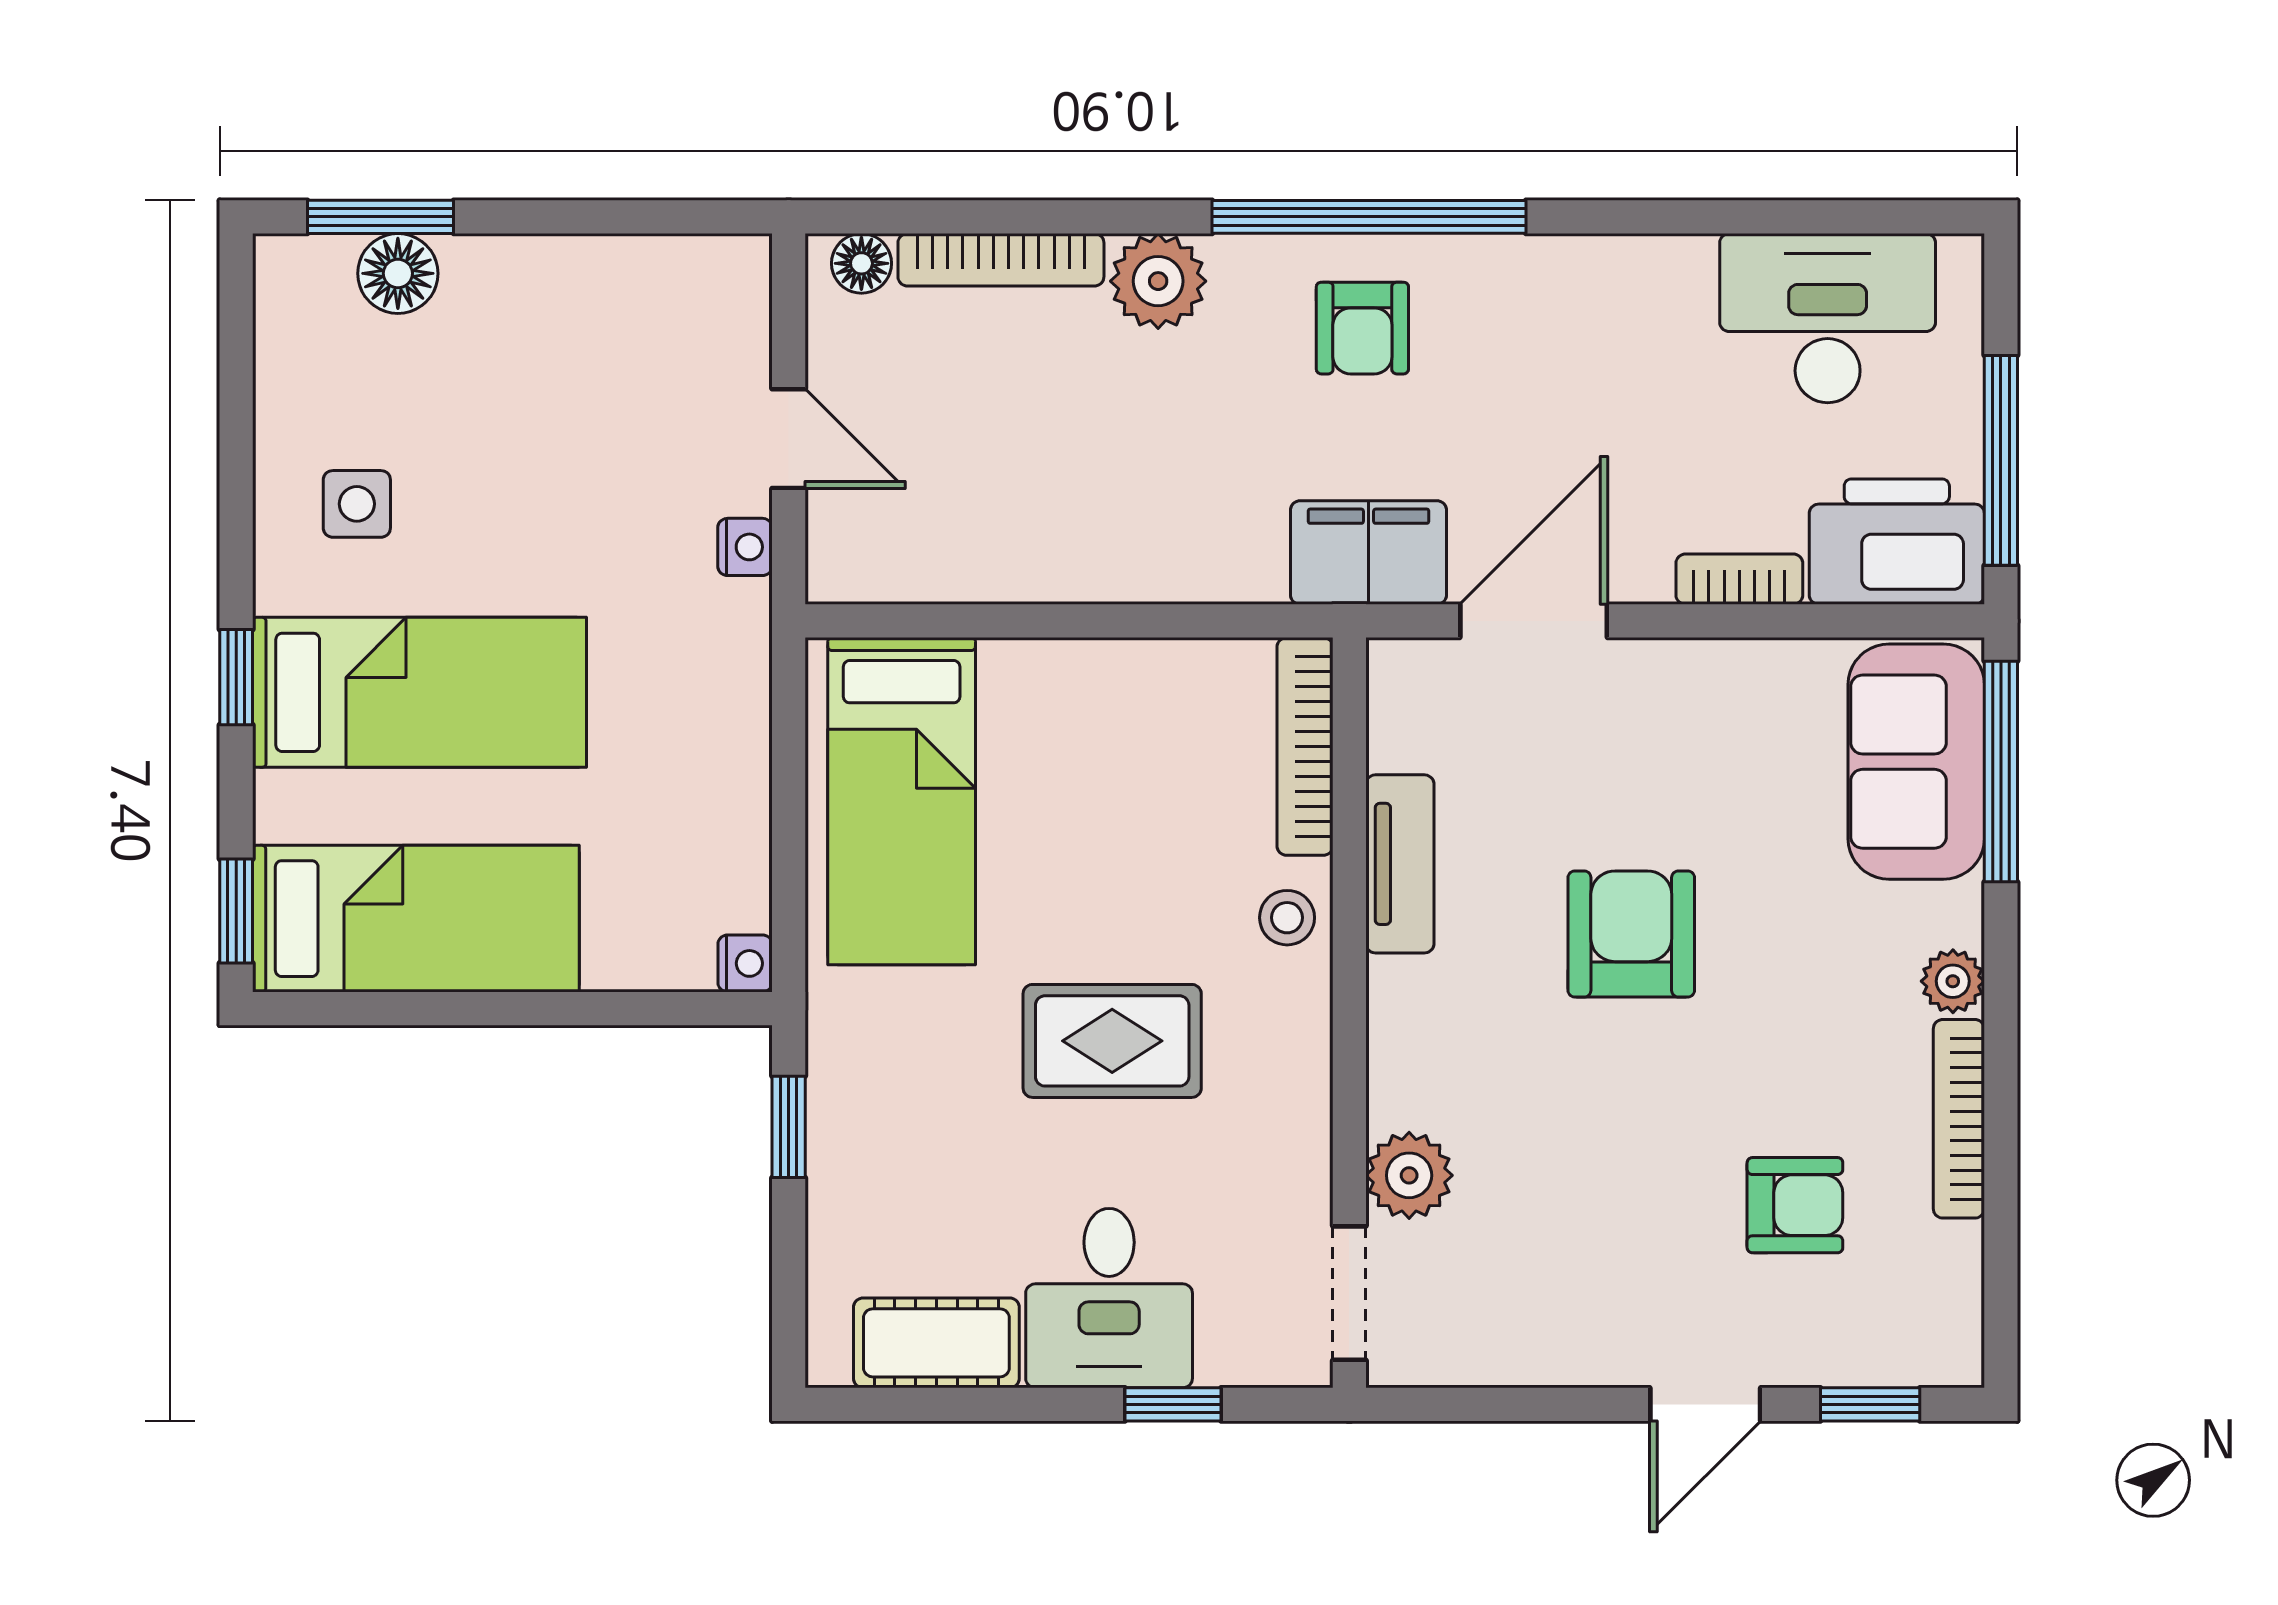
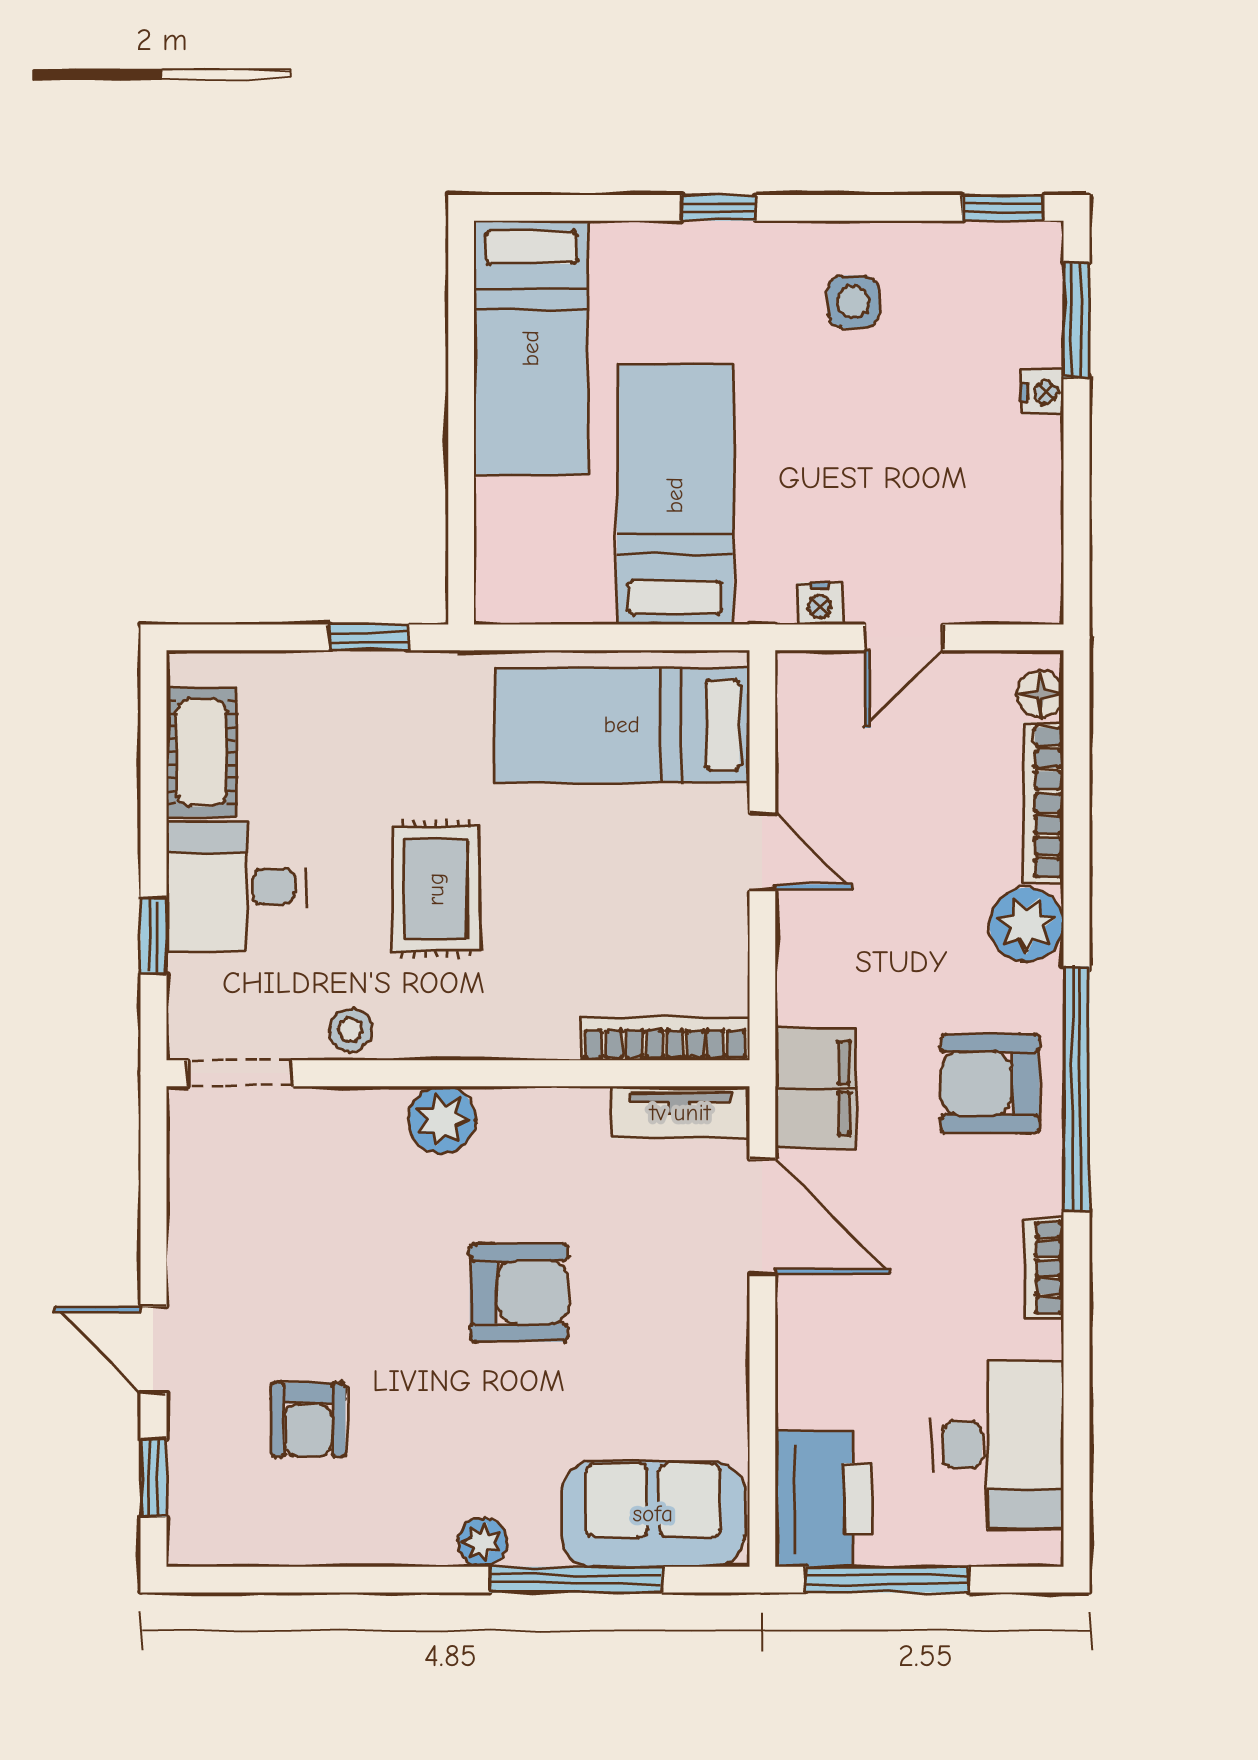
floor lamp: (398, 273) -> (1033, 334), removed
armchair: (1362, 328) -> (990, 1083), width x1.38, depth x1.38
bookcase: (1739, 579) -> (1044, 1268), moved, turned 180
door: (1064, 621) -> (762, 851), added
bed: (420, 692) -> (675, 495), moved, turned 180
window: (2001, 771) -> (576, 1580), moved
tv unit: (1400, 864) -> (680, 1113), moved
window: (236, 911) -> (1003, 208), moved
stool: (1287, 918) -> (350, 1030), moved
nightstand: (745, 963) -> (1043, 392), moved, turned -90
bookcase: (1959, 1119) -> (375, 1547), removed
plant: (1409, 1175) -> (442, 1120), moved

